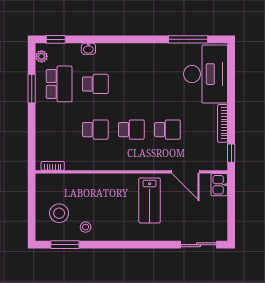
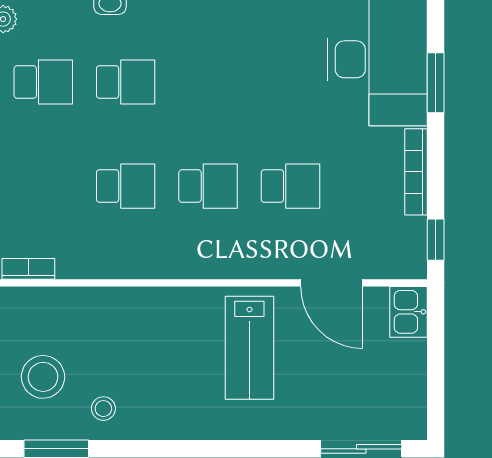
school desk: (59, 84) -> (43, 82), width x0.54
window: (231, 84) -> (436, 83), added

